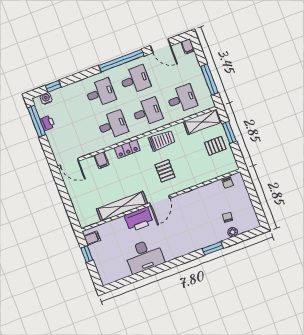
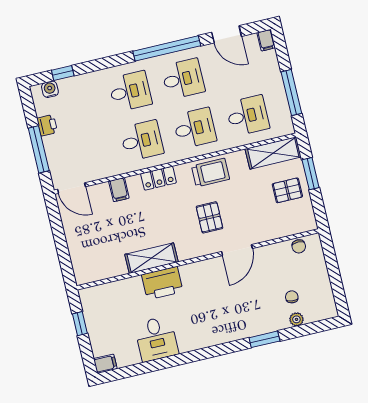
window: (37, 121) -> (39, 149), moved
door: (160, 201) -> (237, 250), moved
shelving: (122, 206) -> (151, 258), width x0.68
filing cabinet: (92, 238) -> (105, 364), moved
desk: (144, 256) -> (156, 339), width x0.73

